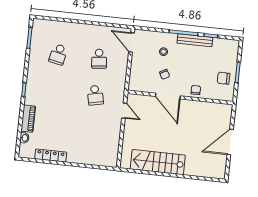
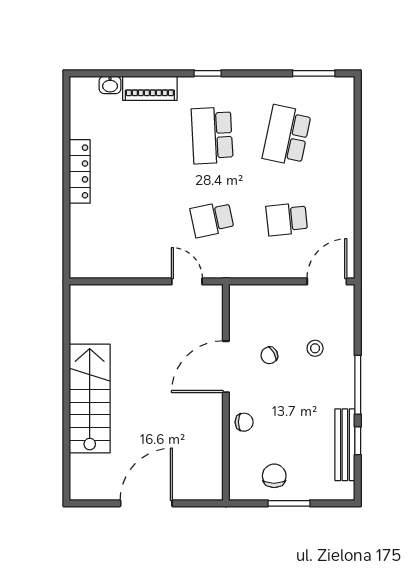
bench: (195, 40) -> (345, 445), moved
school desk: (58, 54) -> (287, 135), width x1.85
school desk: (54, 91) -> (212, 135), added
door: (124, 111) -> (187, 281), swing flipped
door: (230, 142) -> (146, 503), hinge flipped
locker: (51, 156) -> (80, 171), moved
stairs: (158, 162) -> (90, 398), moved

